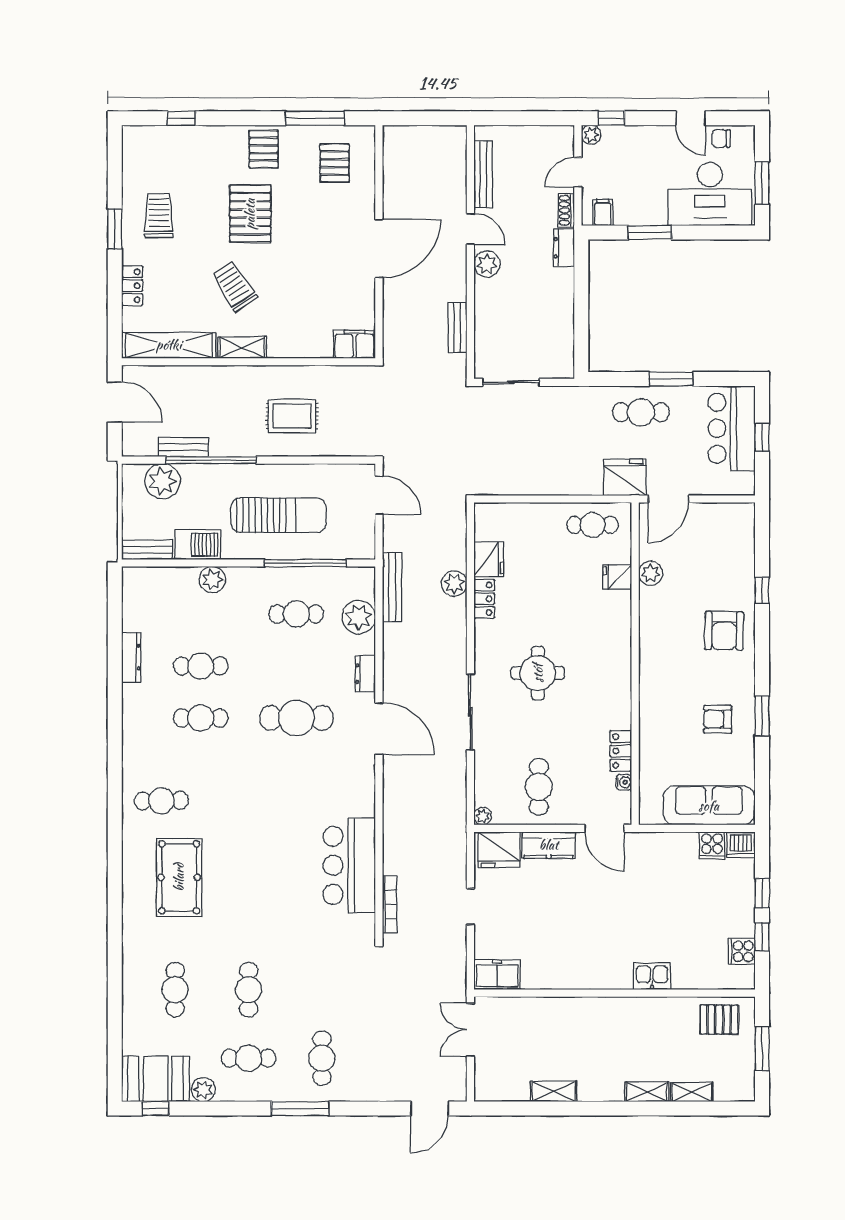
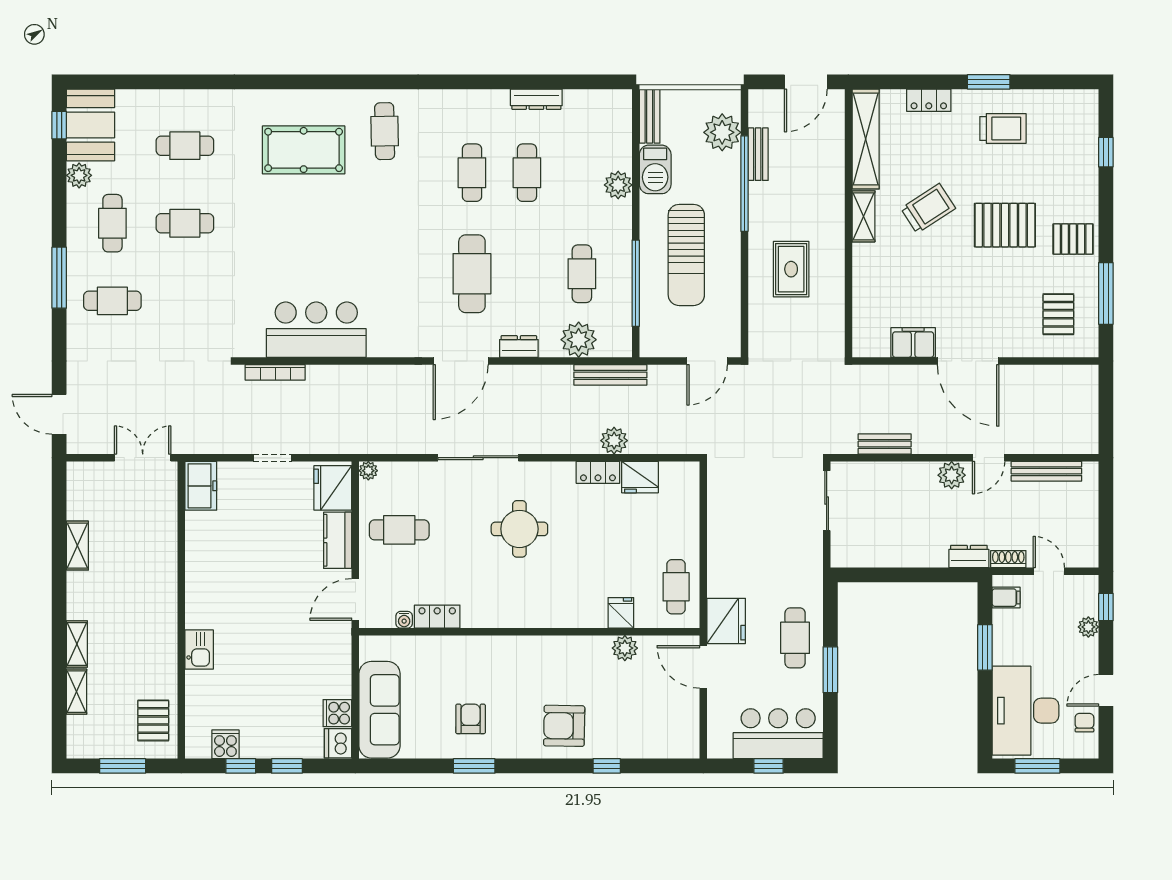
plant: (591, 135) -> (1088, 627), moved
pallet: (335, 163) -> (1058, 314), turned 90
filing cabinet: (354, 344) -> (913, 343), moved, turned -90

